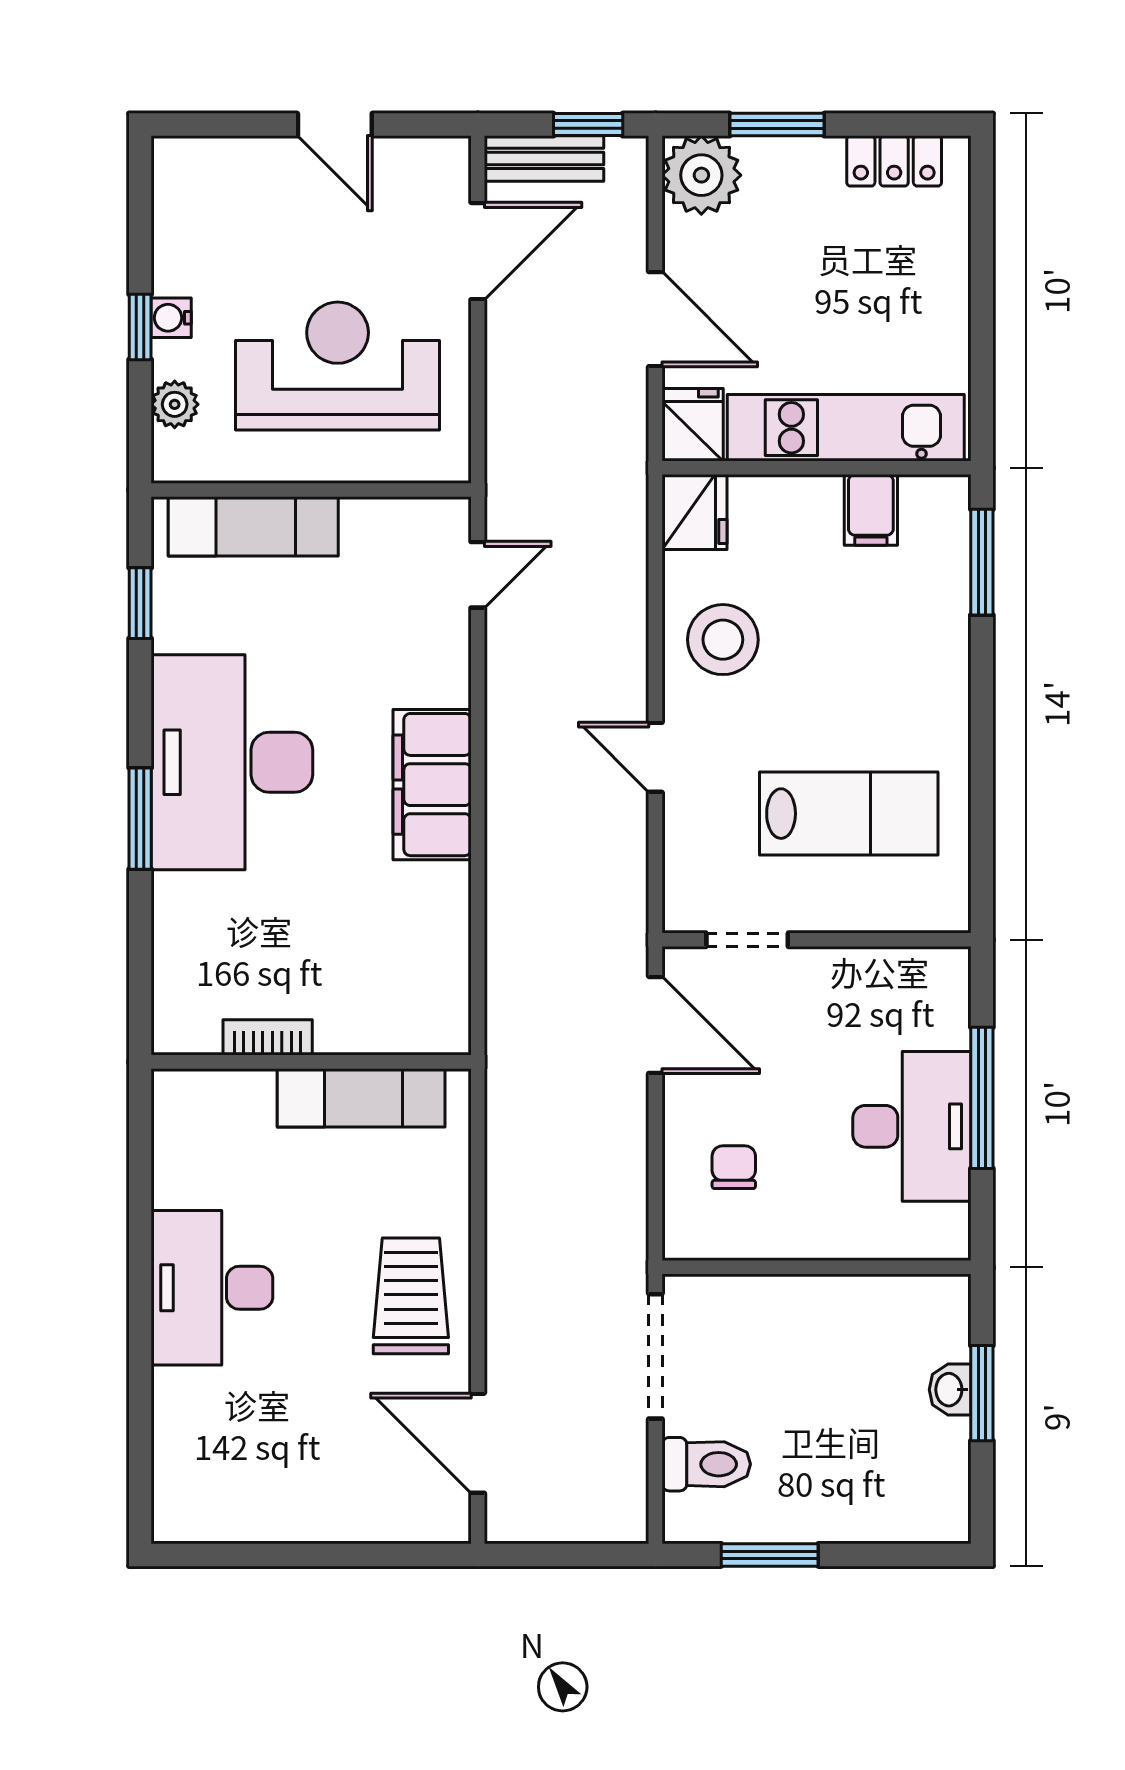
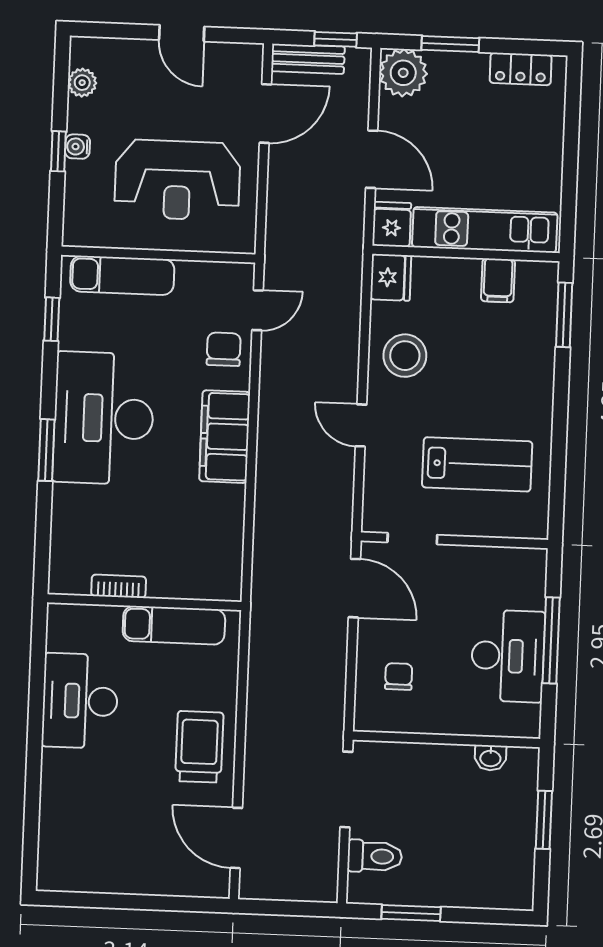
reception desk: (338, 366) -> (177, 180), turned 180
plant: (175, 404) -> (82, 83), moved
chair: (425, 641) -> (224, 349), added
desk: (212, 1288) -> (80, 701), moved
washbasin: (950, 1390) -> (490, 758), moved, turned -90

